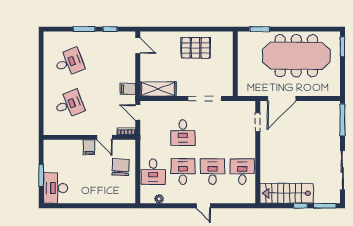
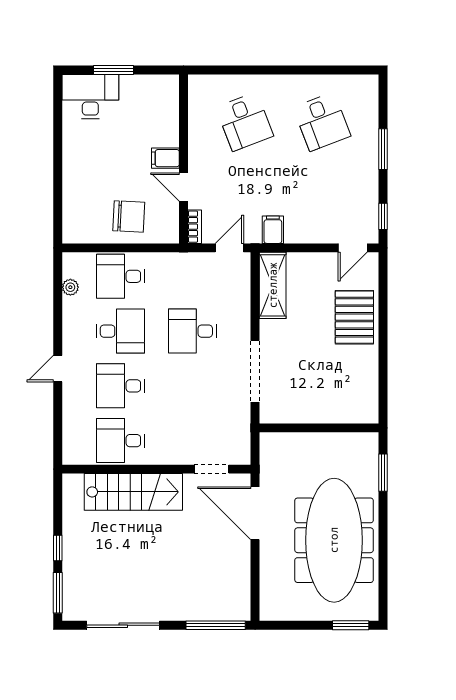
window: (110, 29) -> (383, 216), moved
pallet: (196, 48) -> (354, 317), moved
door: (105, 137) -> (184, 187), hinge flipped
desk: (213, 172) -> (120, 386), turned 180
desk: (242, 172) -> (120, 441), turned 180
stairs: (287, 193) -> (133, 492), moved, turned 90

